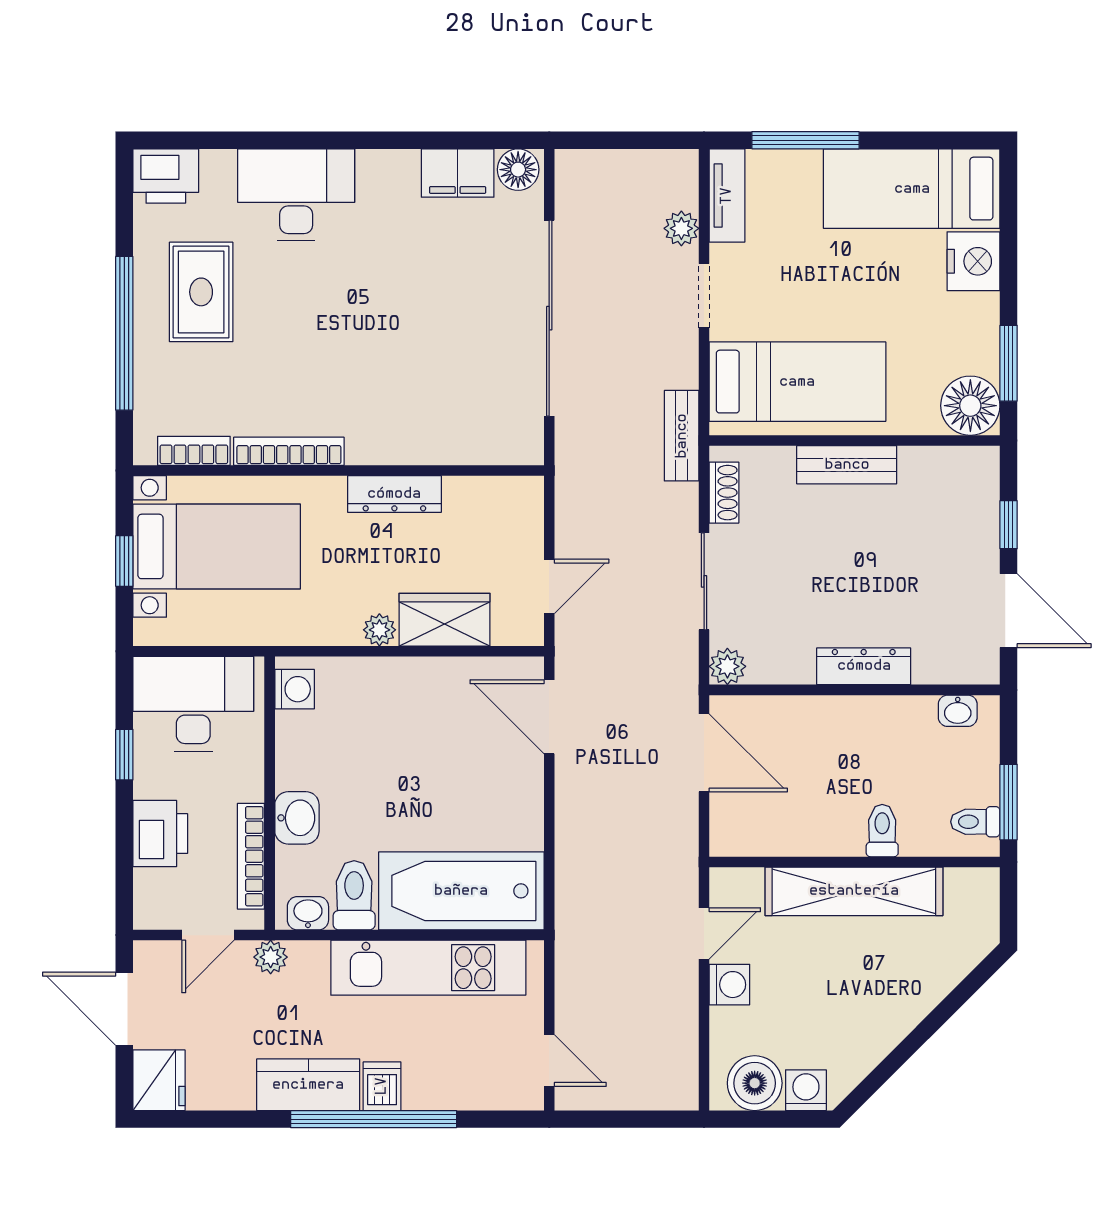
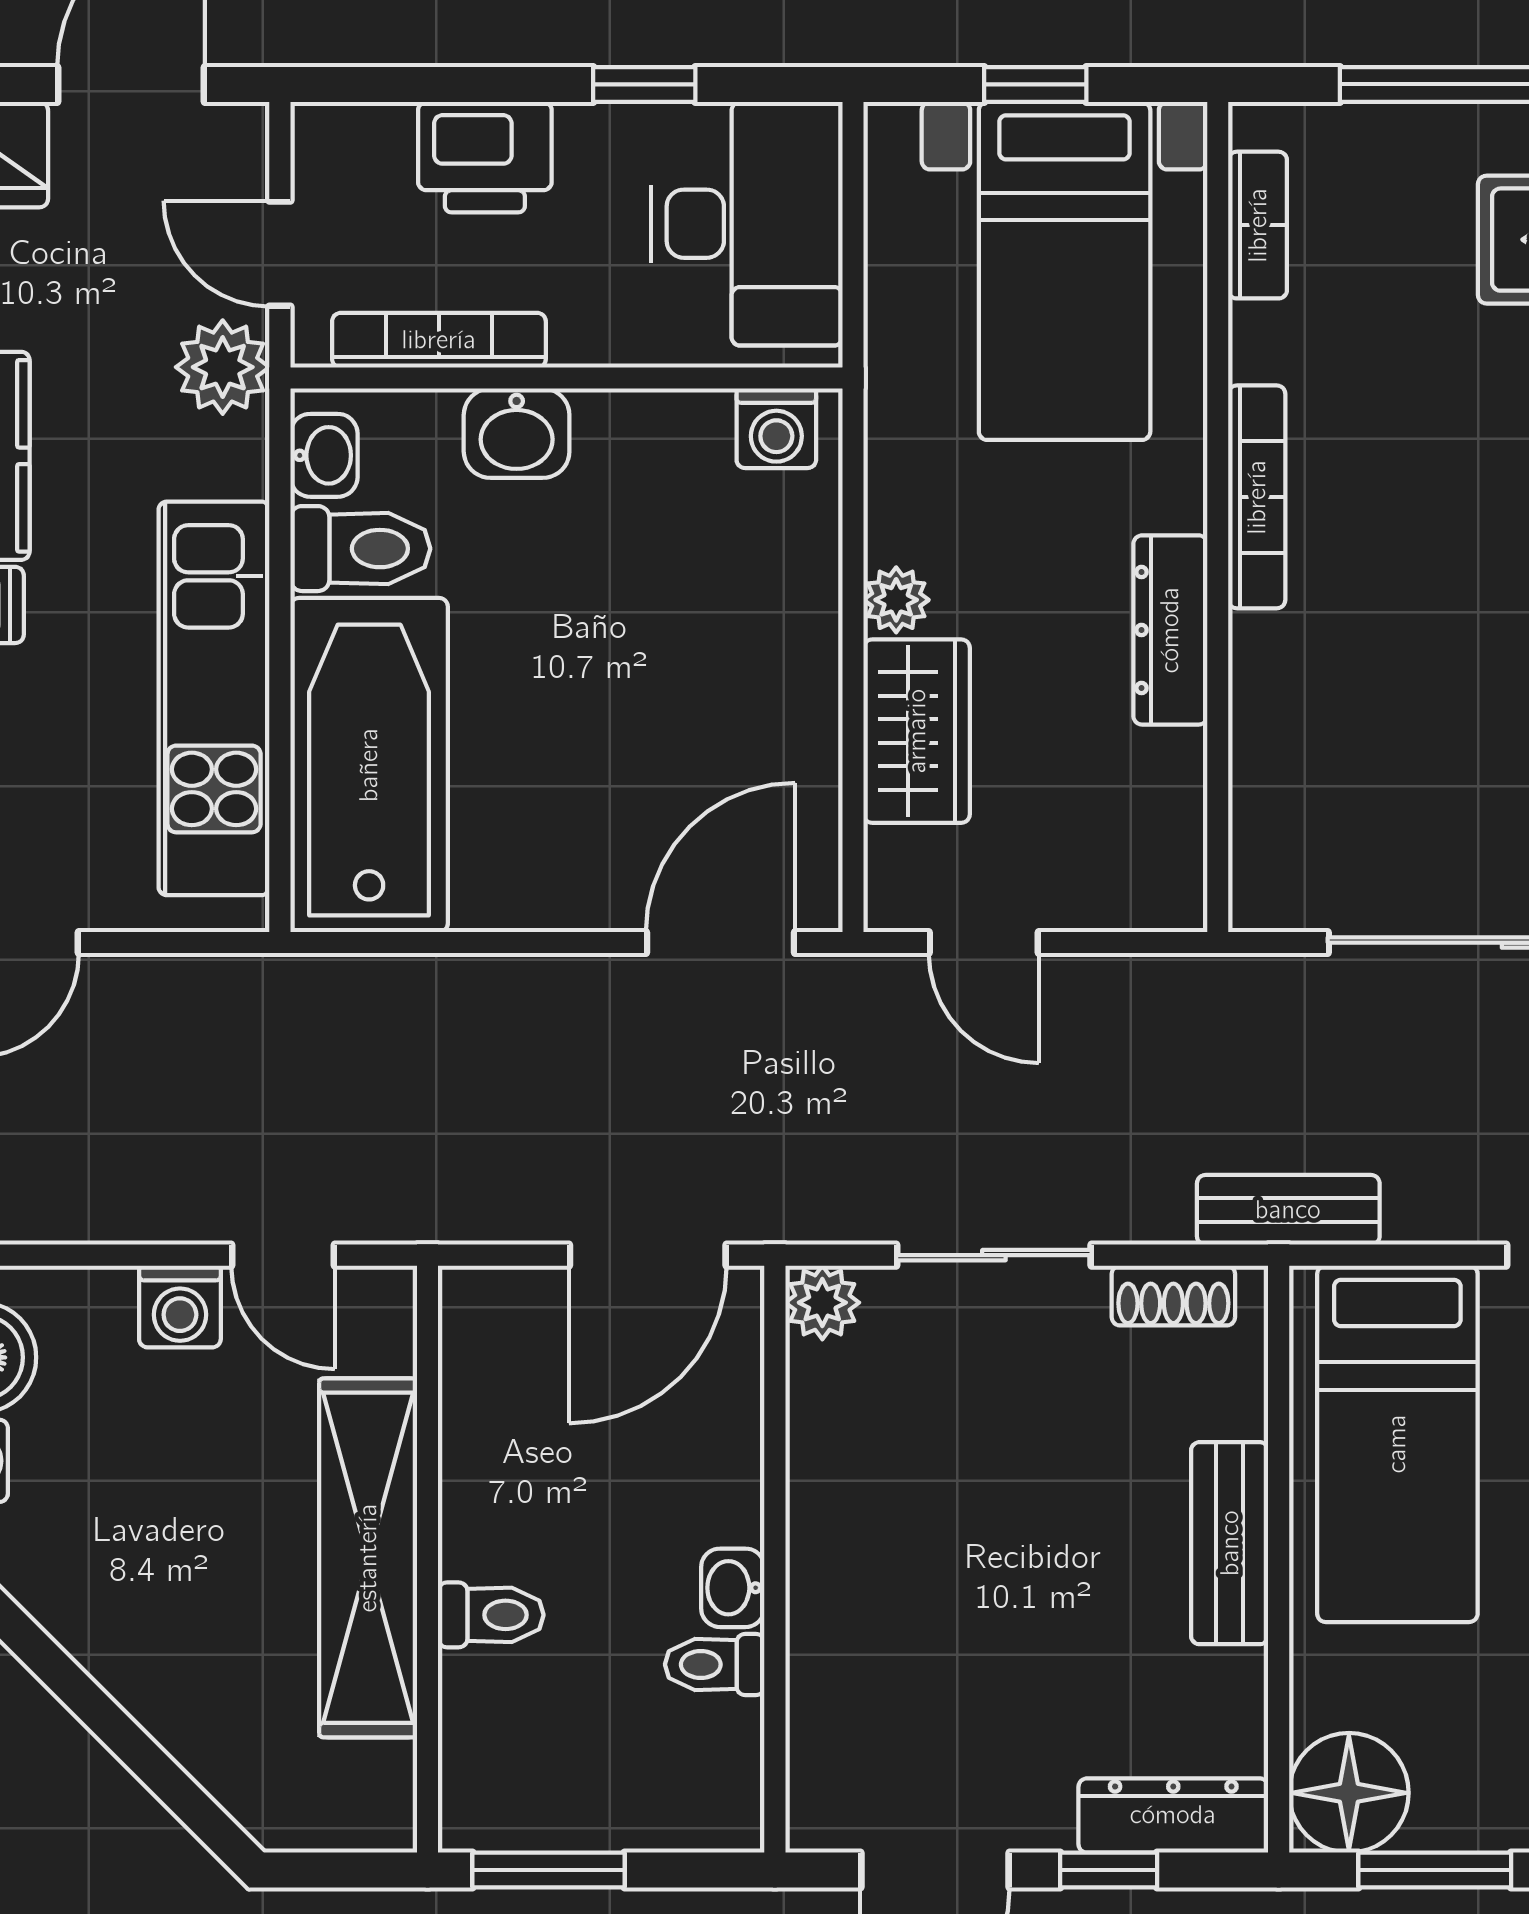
bookcase: (289, 451) -> (1257, 497), moved
dresser: (864, 666) -> (1173, 1815), moved, turned -90
washbasin: (958, 711) -> (733, 1588), moved
toilet: (975, 822) -> (715, 1664), moved, turned -90
plant: (271, 957) -> (223, 367), width x1.38, depth x1.38

